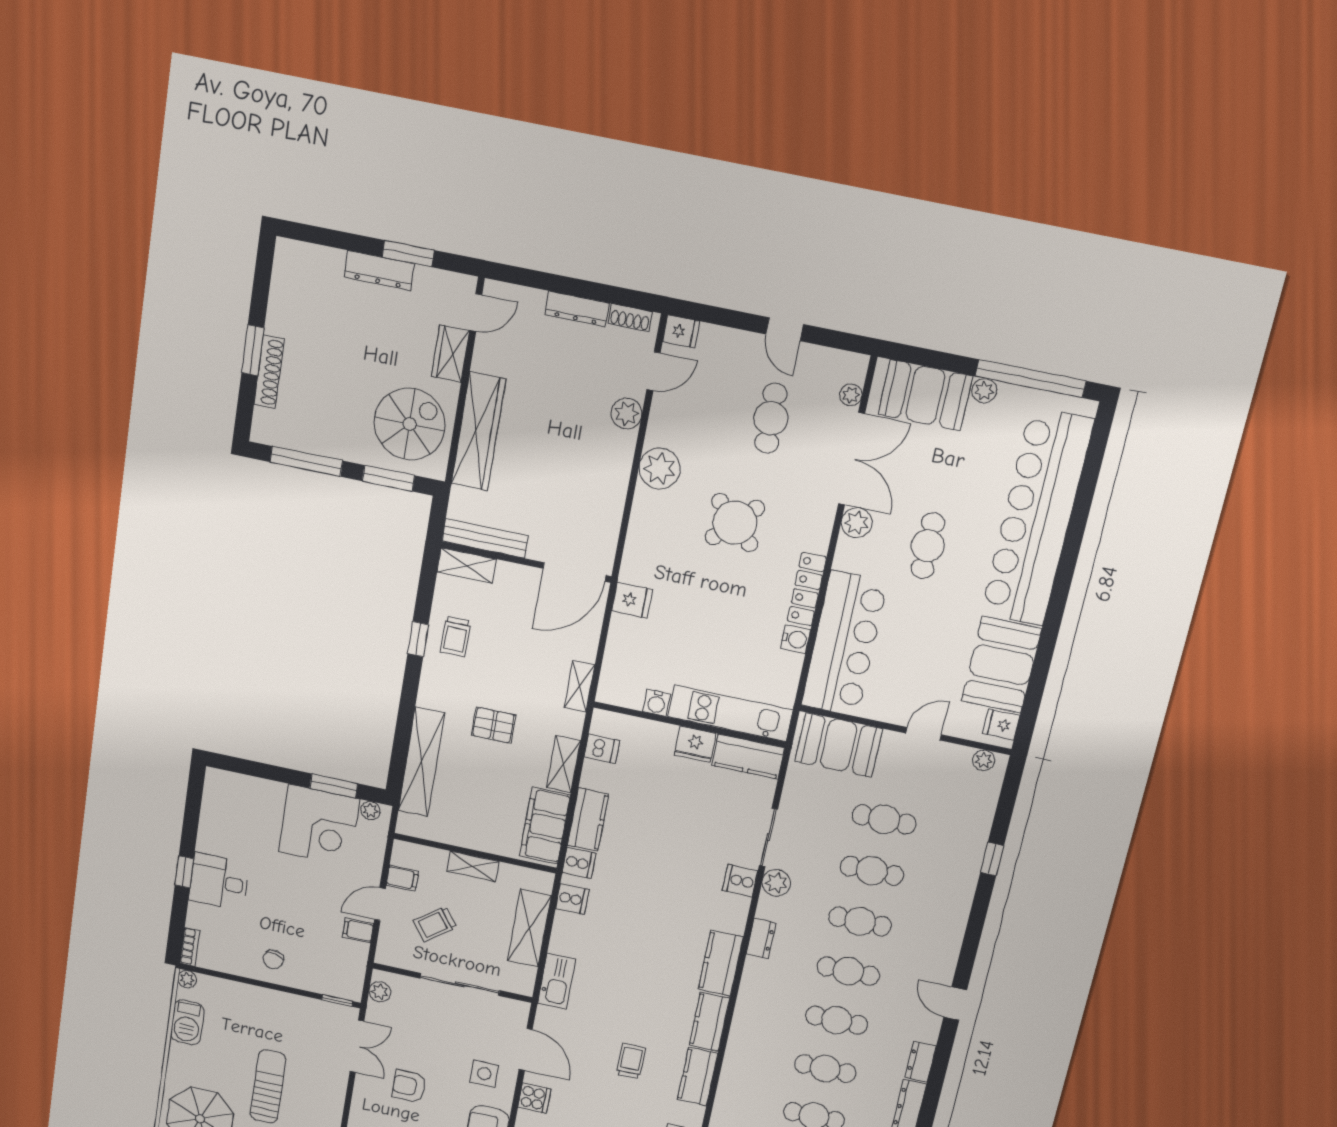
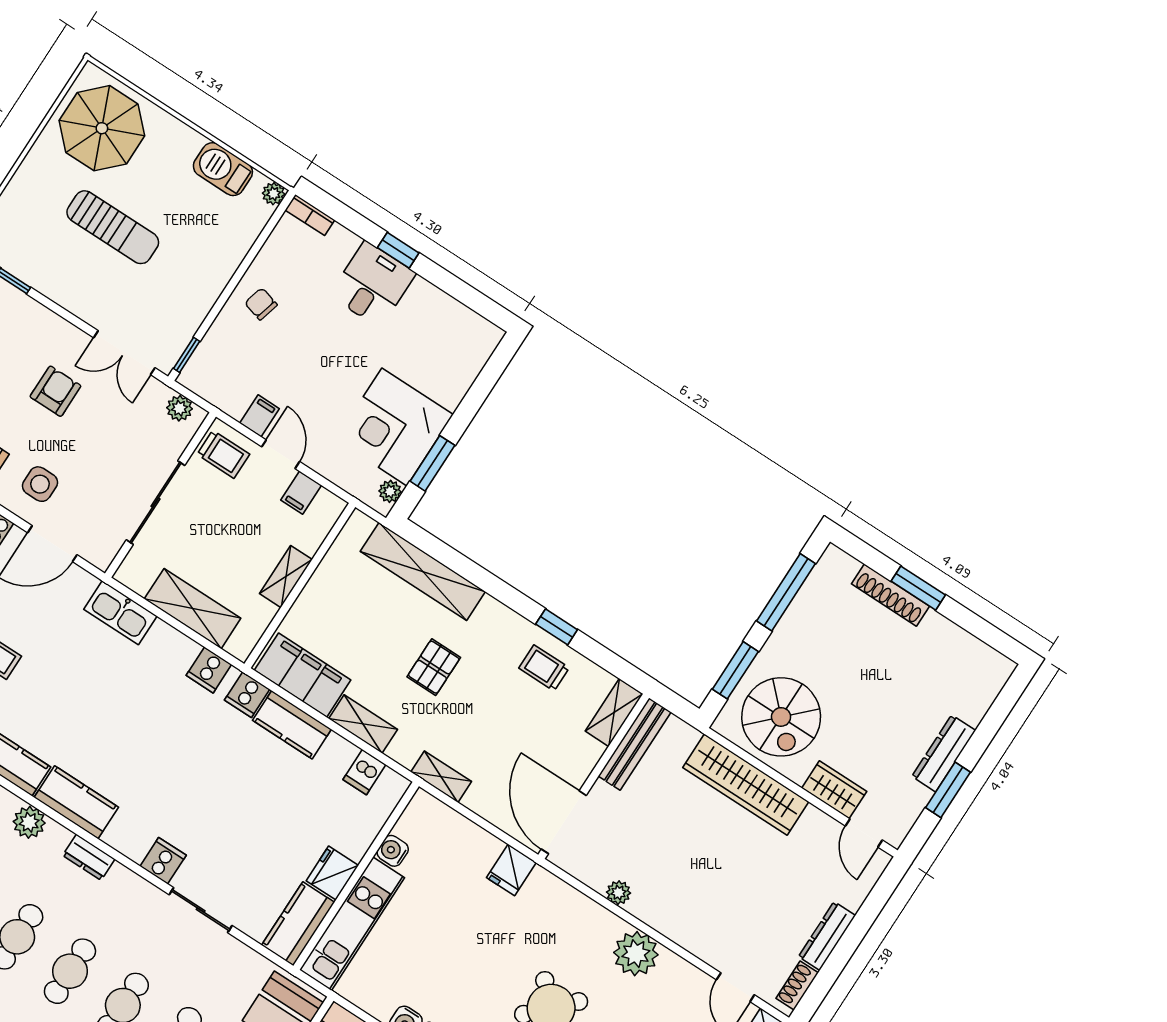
plant: (627, 414) -> (618, 893), moved, width x0.73, depth x0.73
plant: (776, 883) -> (29, 822), moved
trolley: (435, 924) -> (223, 454), moved, turned 127

